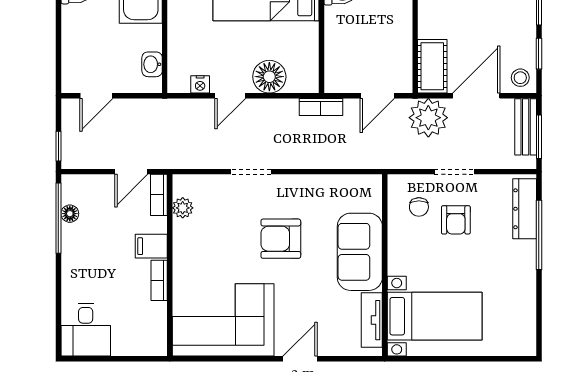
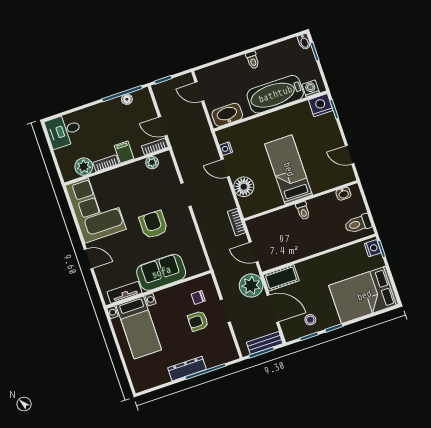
washbasin: (152, 64) -> (227, 115), width x1.91, depth x1.45
stool: (520, 78) -> (310, 320), moved
dresser: (525, 209) -> (187, 369), moved
plant: (153, 317) -> (84, 167), added

